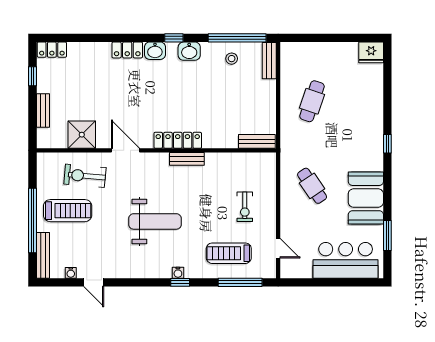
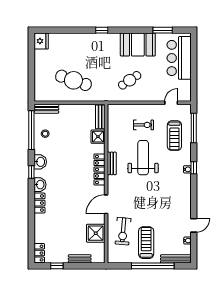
cafe table: (312, 101) -> (73, 80), width x1.37, depth x1.35
shower: (227, 138) -> (98, 137), added
weight bench: (155, 221) -> (143, 158), moved

